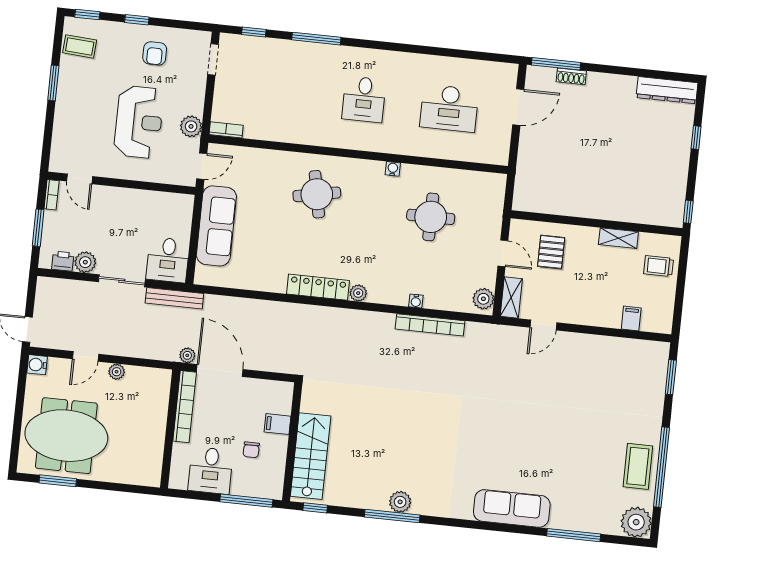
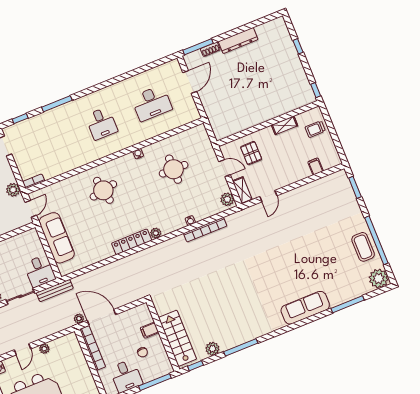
dresser: (667, 90) -> (238, 40), moved
plant: (400, 502) -> (212, 349), moved

